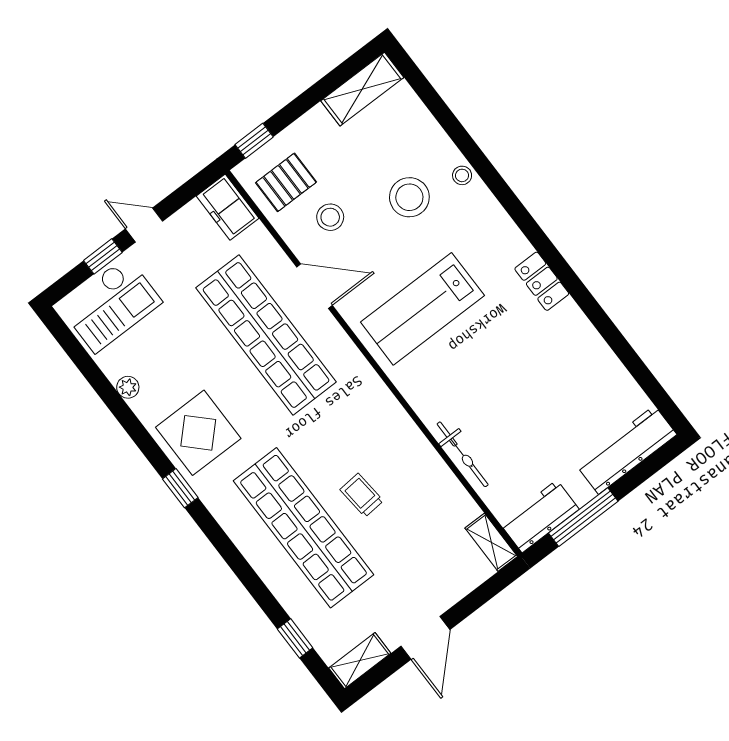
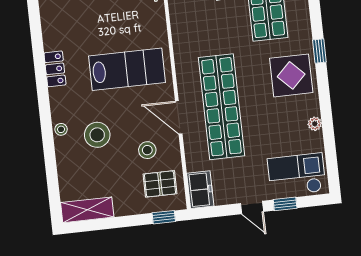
locker: (542, 281) -> (55, 69), moved

